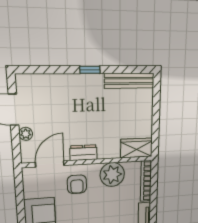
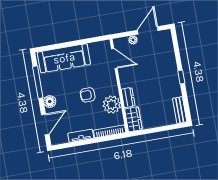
bench: (129, 81) -> (180, 110), width x0.73
dresser: (83, 153) -> (128, 97), moved
armchair: (77, 184) -> (88, 95), moved

